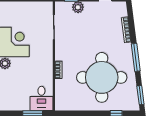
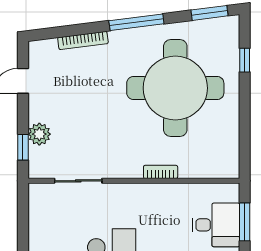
desk: (41, 98) -> (216, 225), moved

